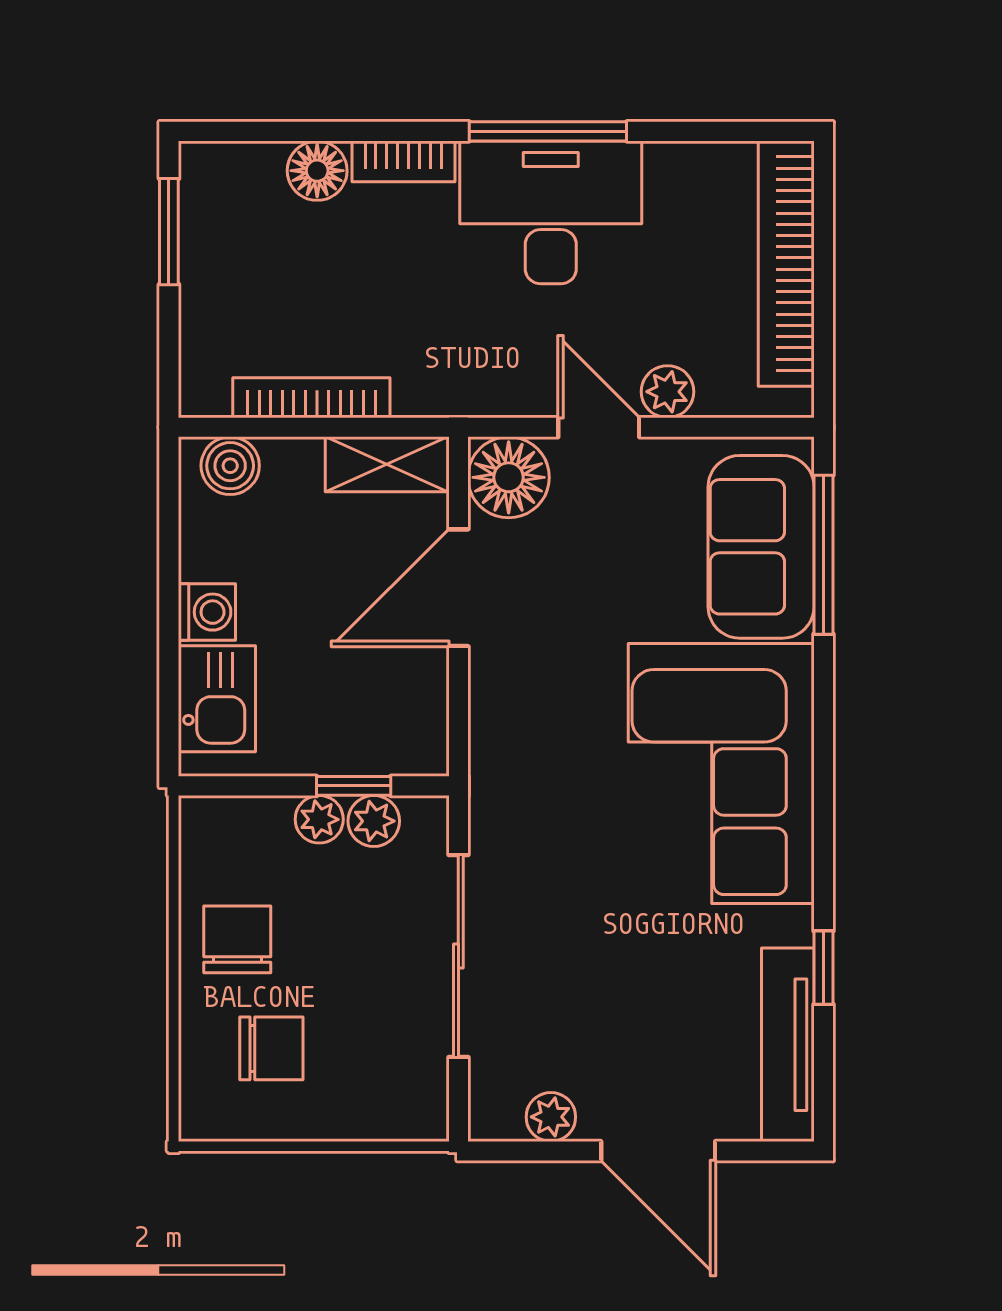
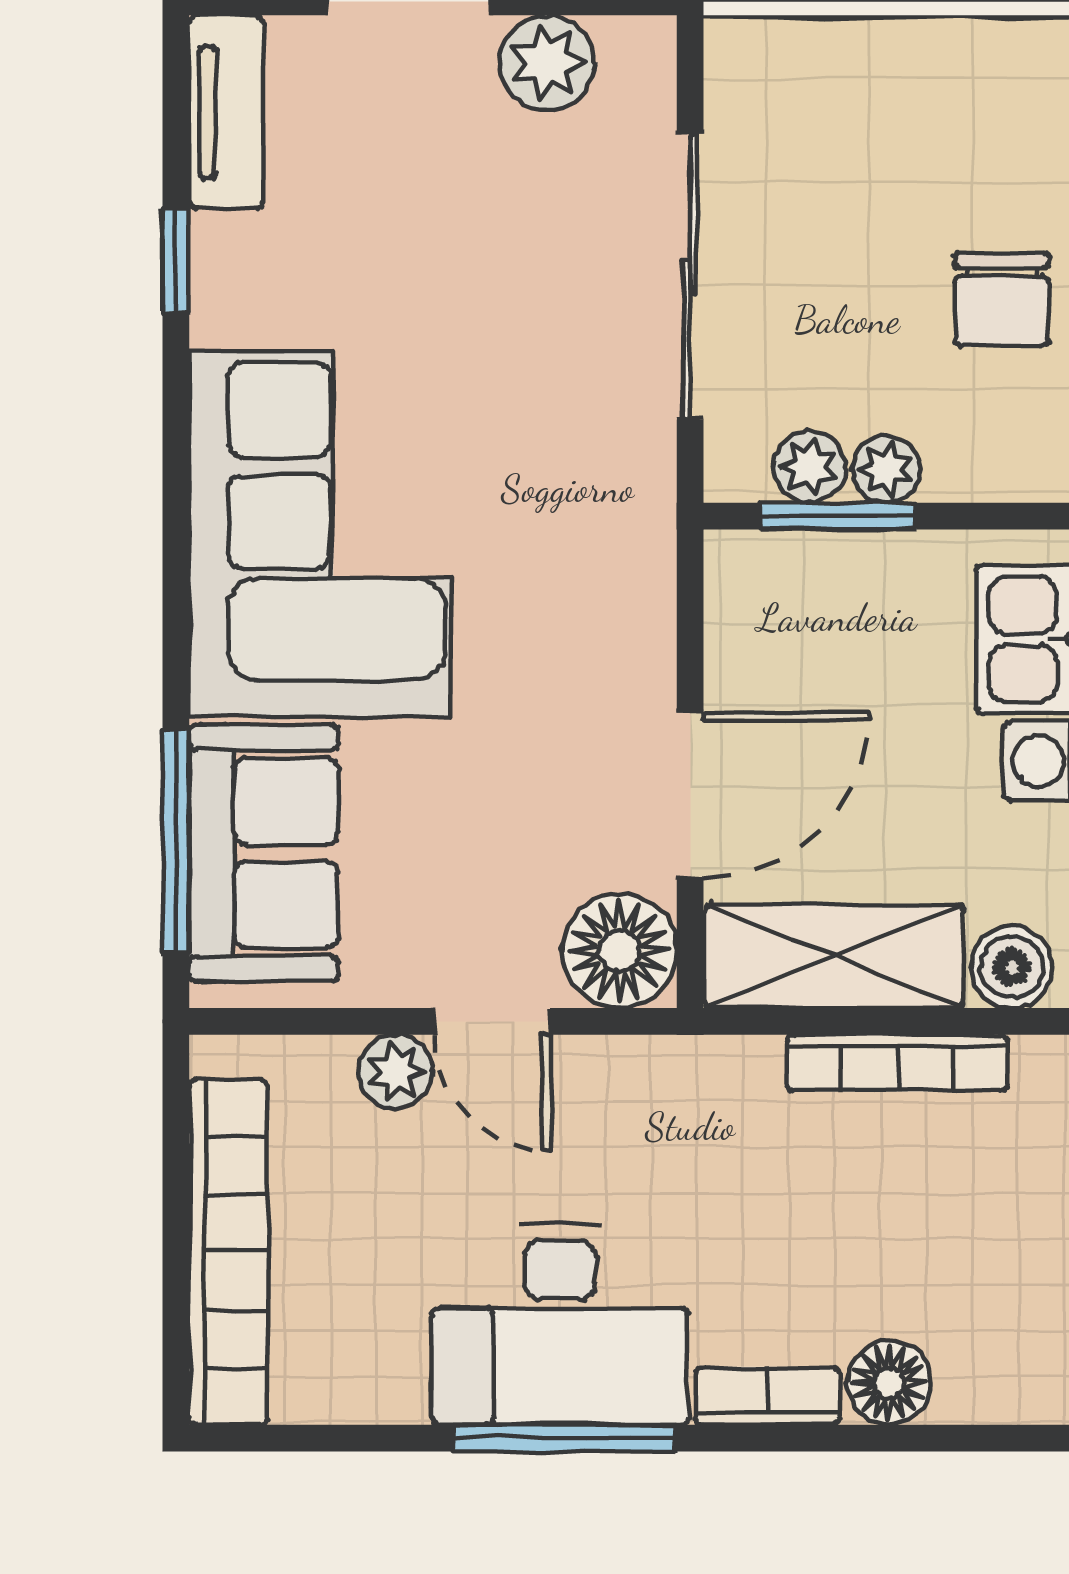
shelving: (387, 464) -> (834, 956), width x1.50, depth x1.33
window: (354, 786) -> (838, 516), width x1.50
tv unit: (788, 1045) -> (226, 112), width x0.71
chair: (271, 1048) -> (954, 146), removed
plant: (551, 1117) -> (547, 63), width x1.38, depth x1.38

